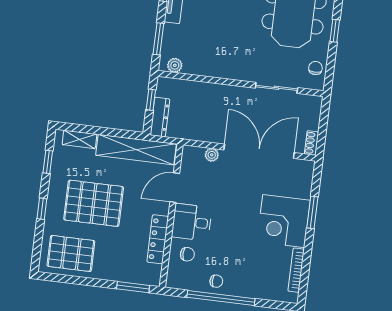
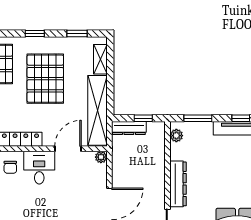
dresser: (229, 70) -> (178, 184), added
plant: (212, 155) -> (101, 157), moved
door: (175, 188) -> (68, 149), hinge flipped

